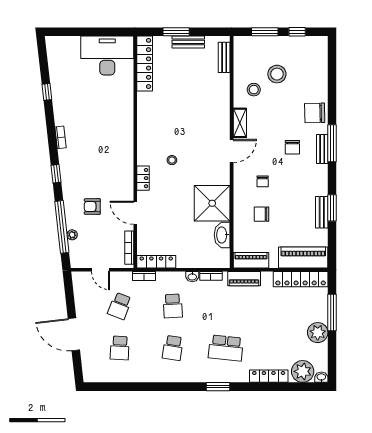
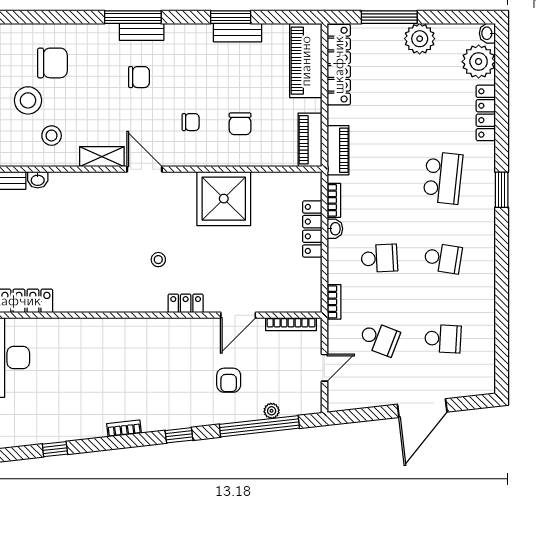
chair: (315, 113) -> (52, 63), moved, turned -89
washbasin: (222, 235) -> (38, 180), moved, width x0.52, depth x0.69
locker: (156, 262) -> (312, 229), moved

